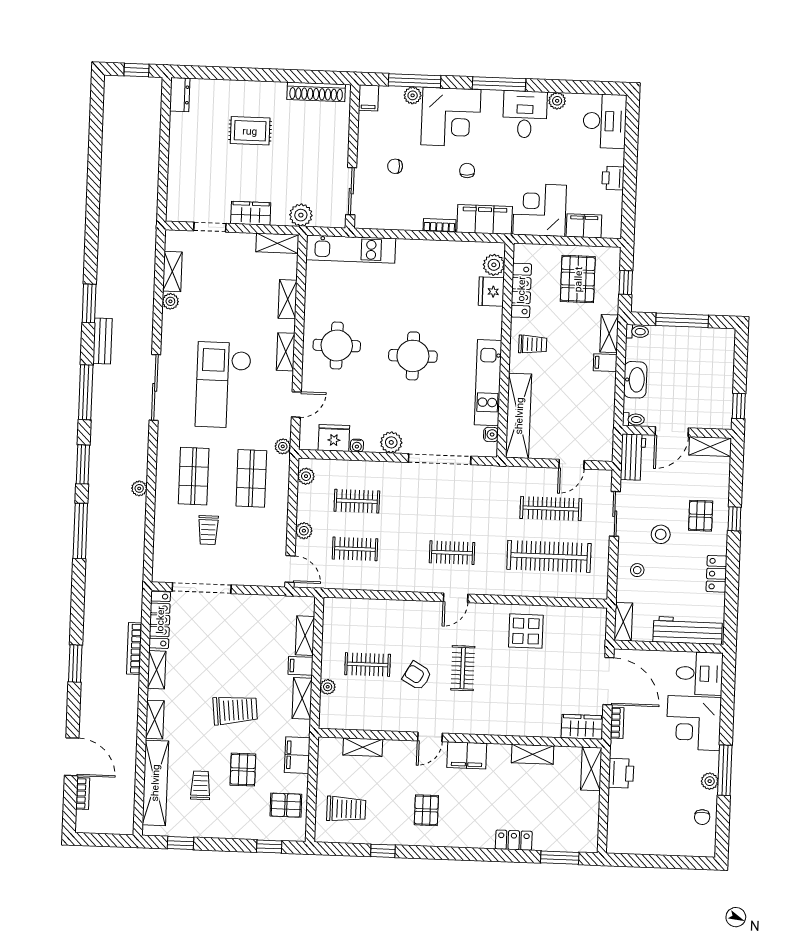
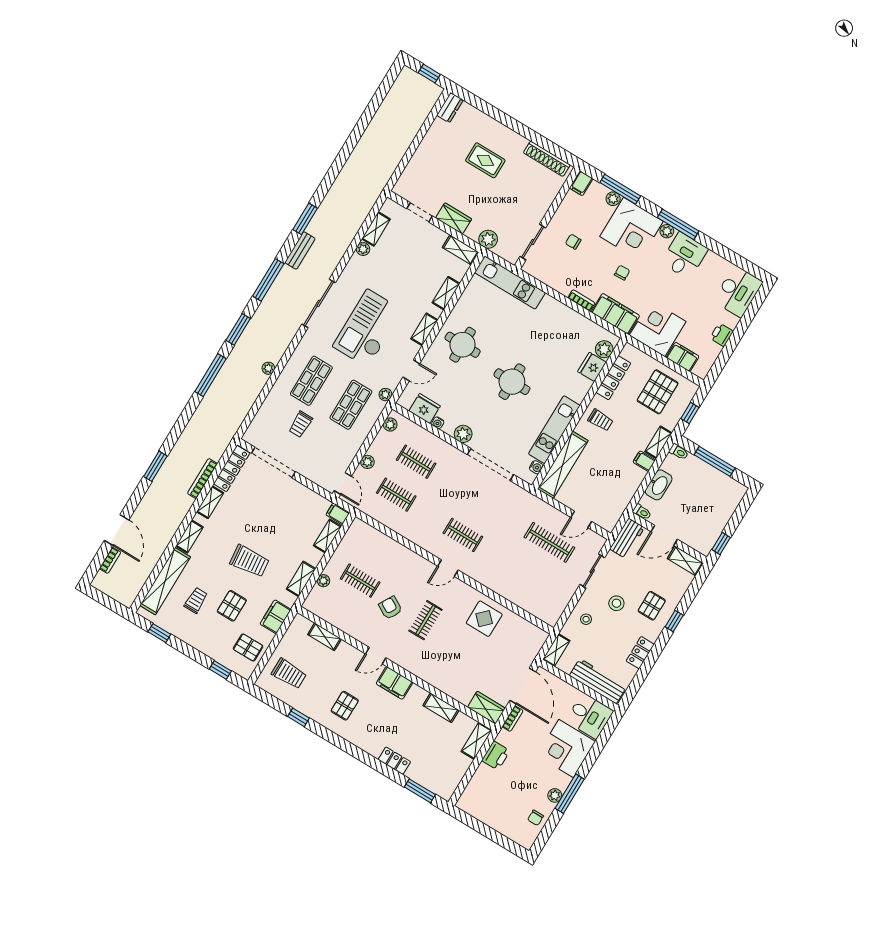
plant: (557, 101) -> (667, 231), moved
clothes rail: (549, 556) -> (529, 575), removed
filing cabinet: (300, 666) -> (338, 514), moved

